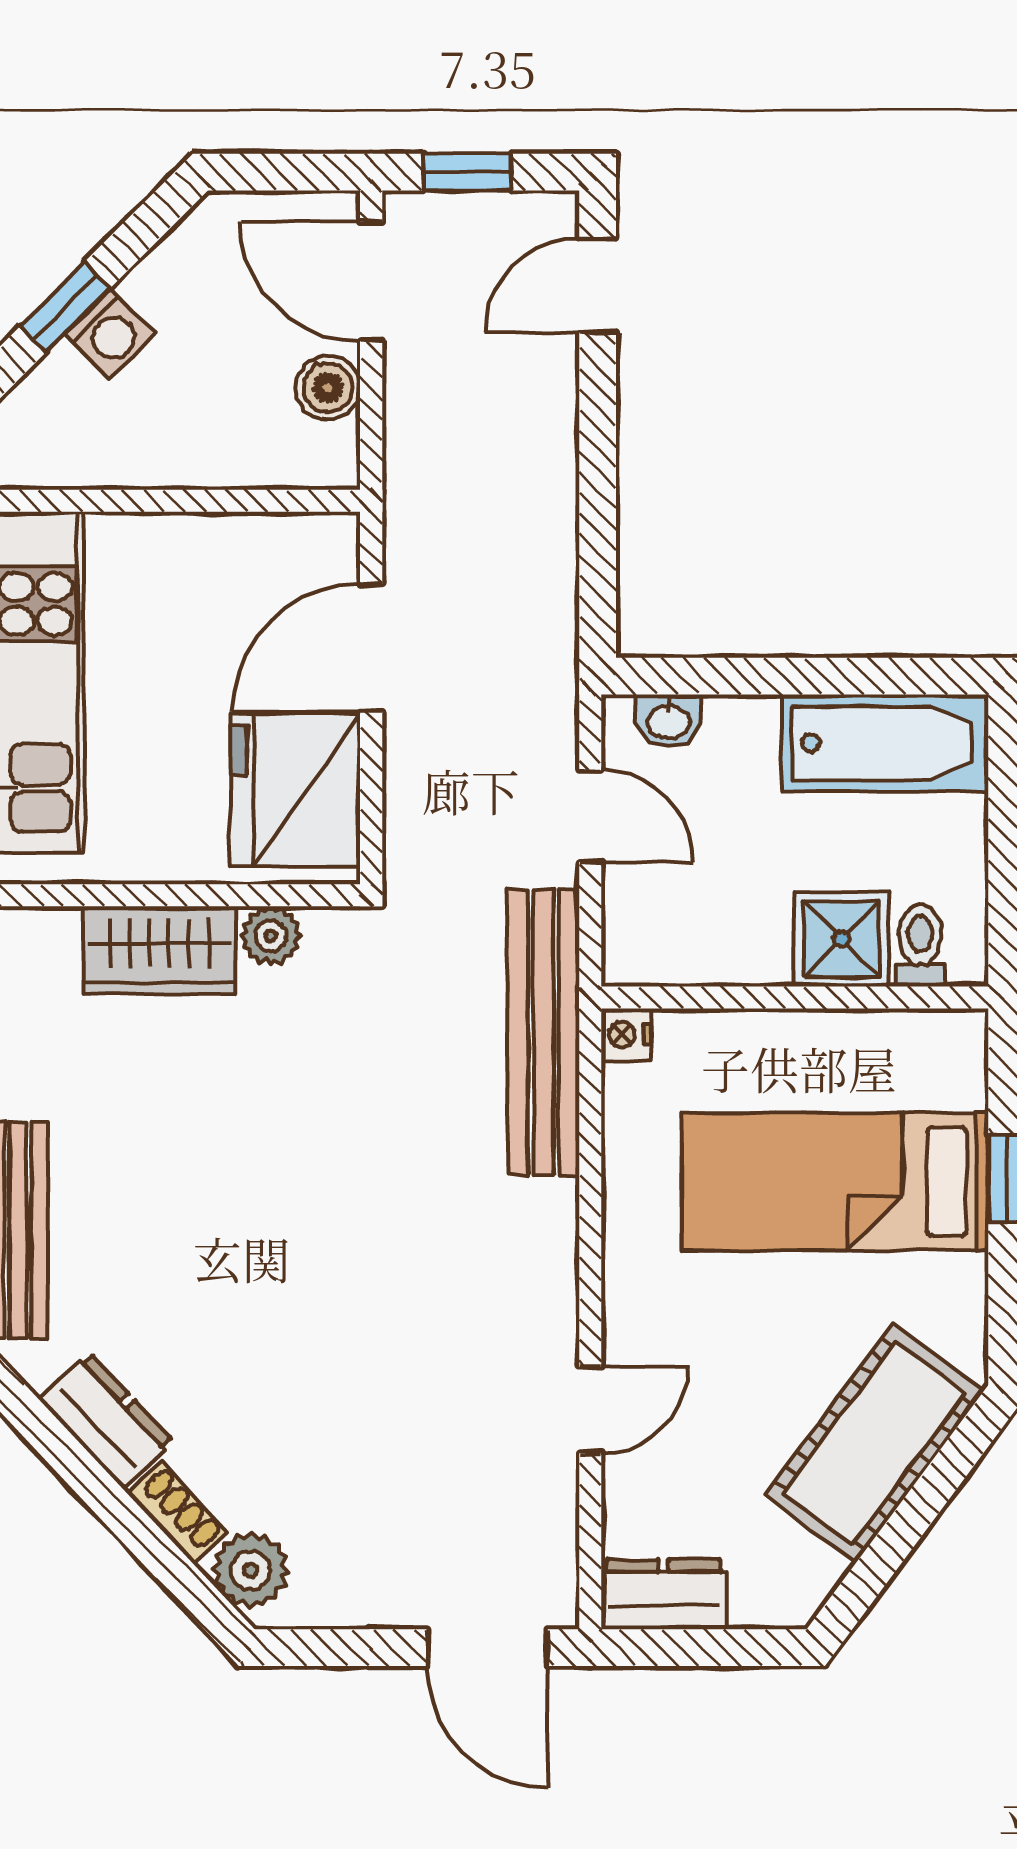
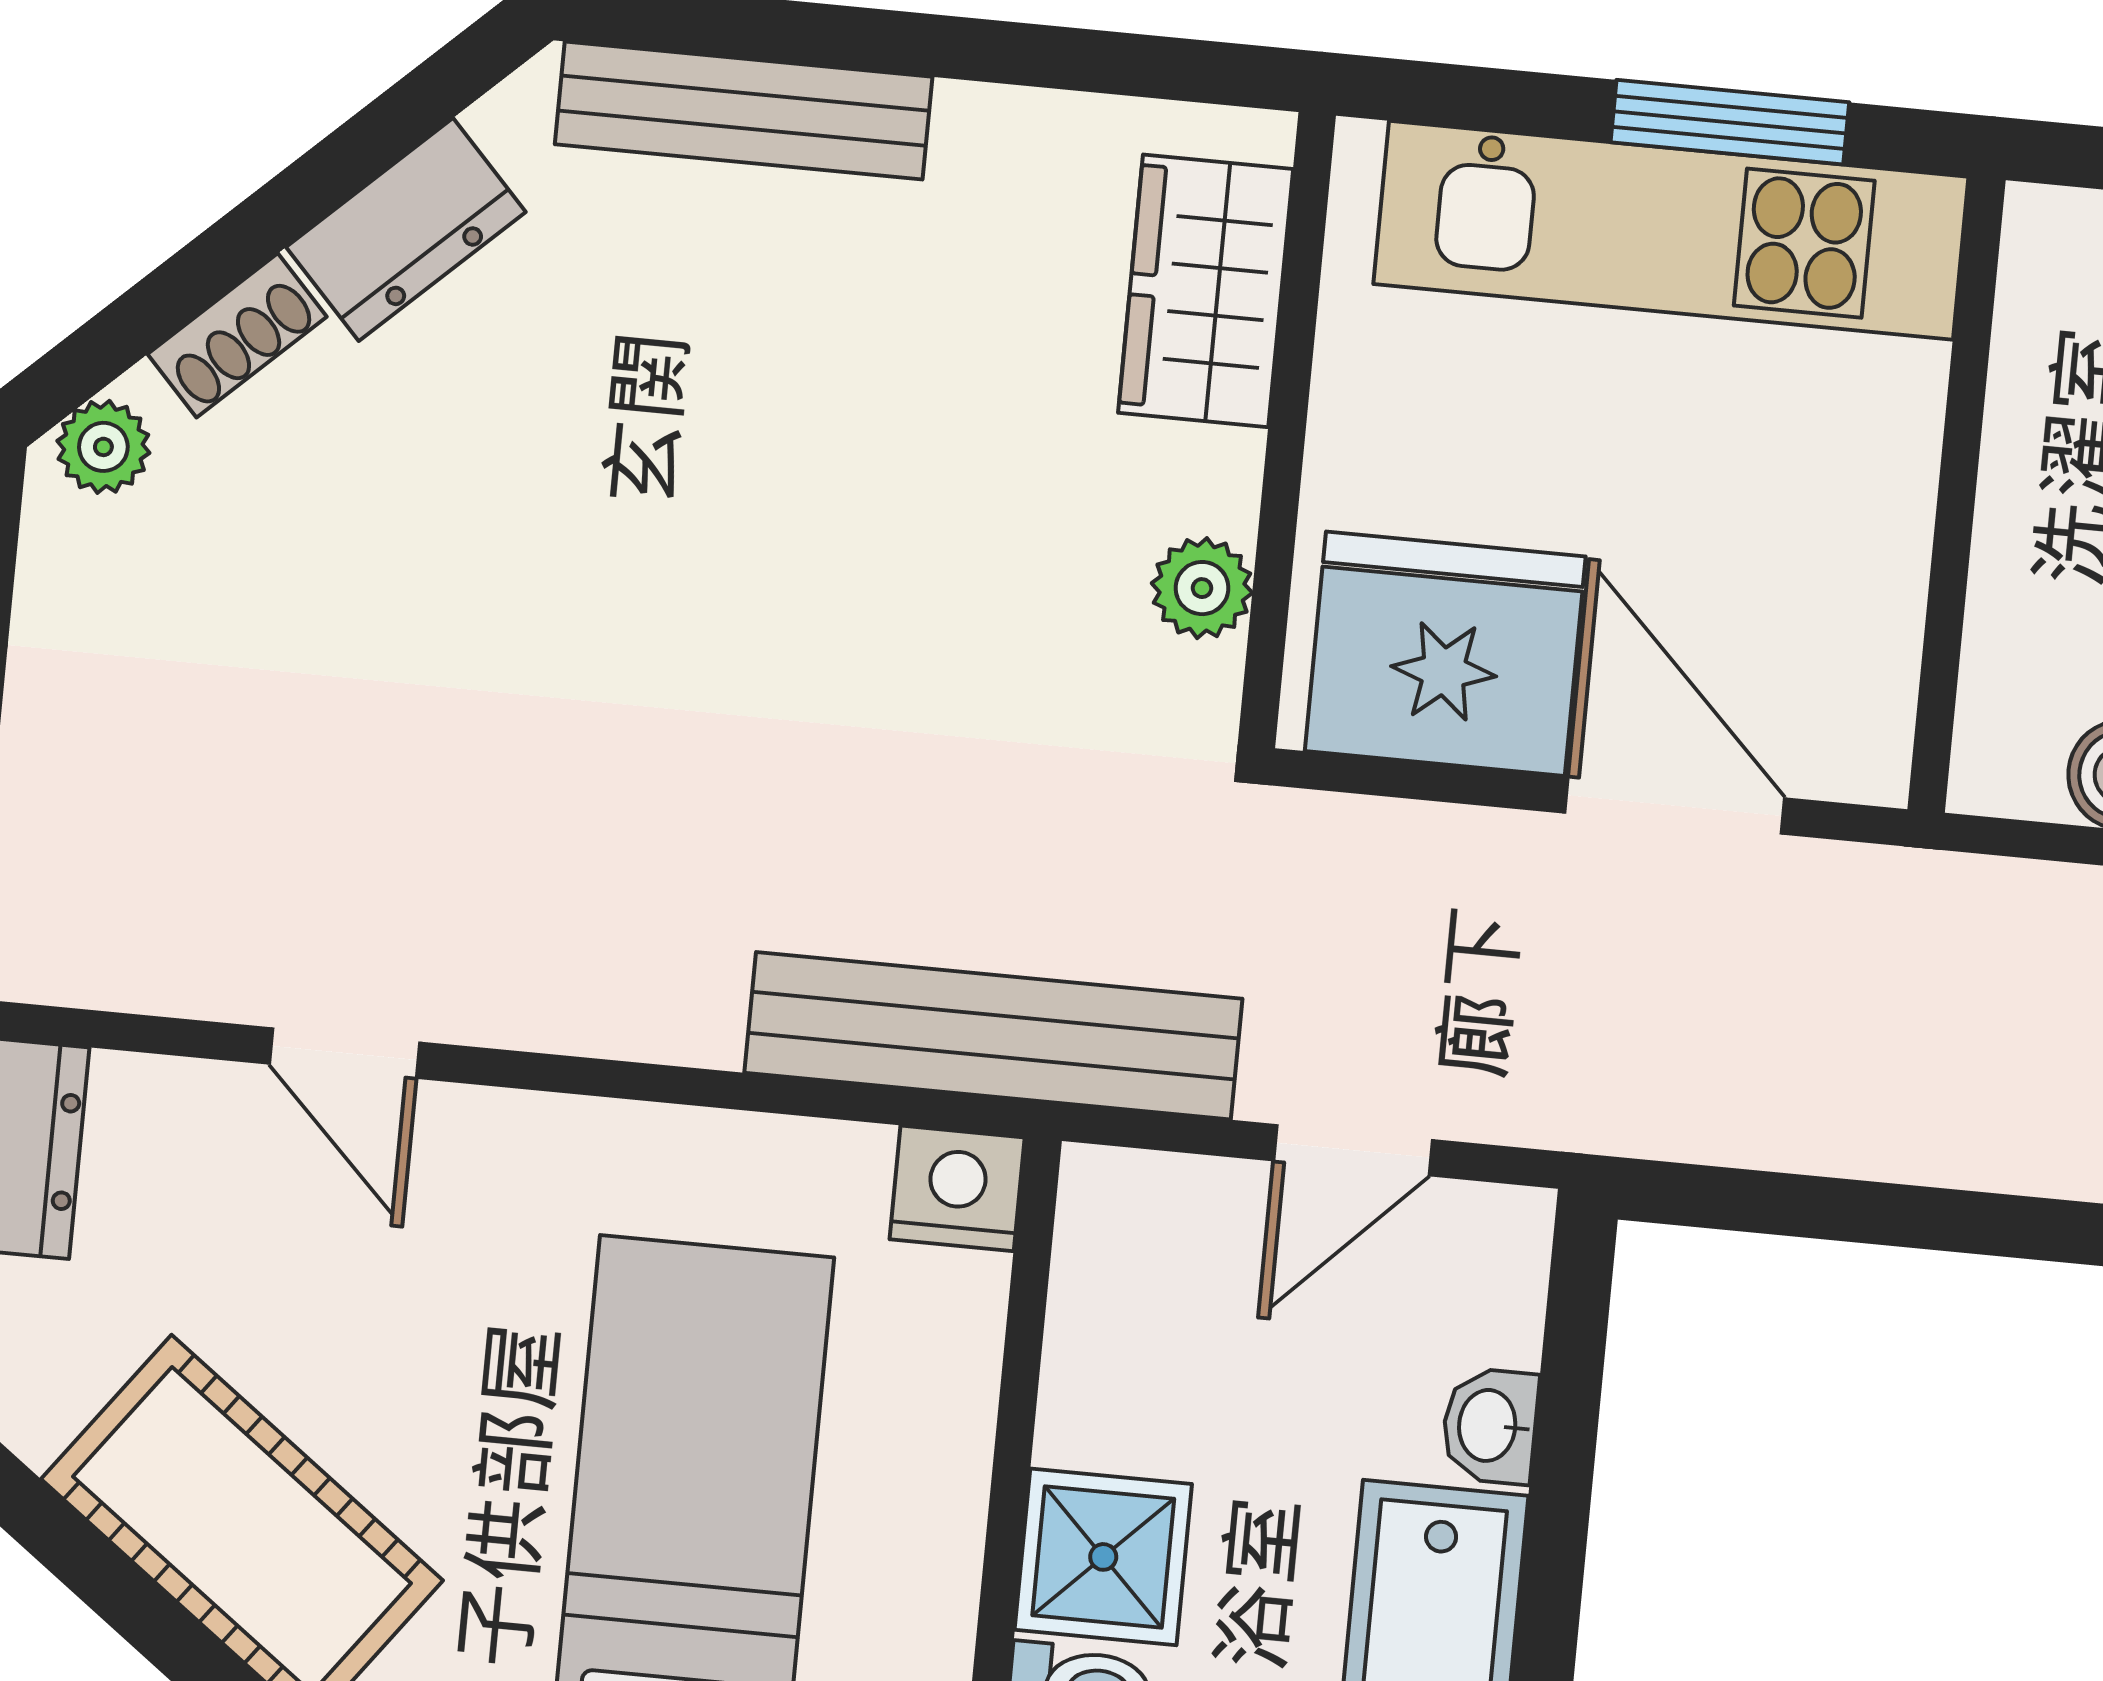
washbasin: (668, 721) -> (1490, 1426), moved
wardrobe: (159, 950) -> (1206, 291), moved
nightstand: (626, 1035) -> (957, 1188), width x1.39, depth x1.35
plant: (251, 1570) -> (103, 447), width x0.73, depth x0.73

